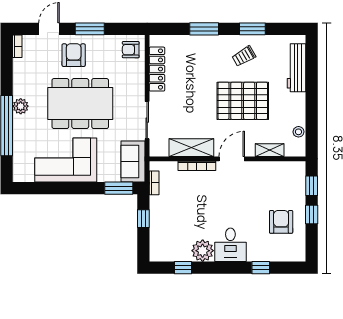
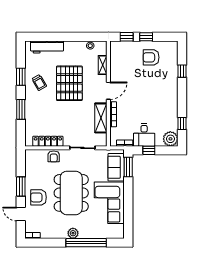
armchair: (131, 50) -> (54, 156), moved
door: (232, 159) -> (108, 91), swing flipped
sofa: (133, 162) -> (116, 167), moved, turned 90
desk: (230, 245) -> (144, 135), moved, turned 90
plant: (203, 251) -> (170, 139), moved

